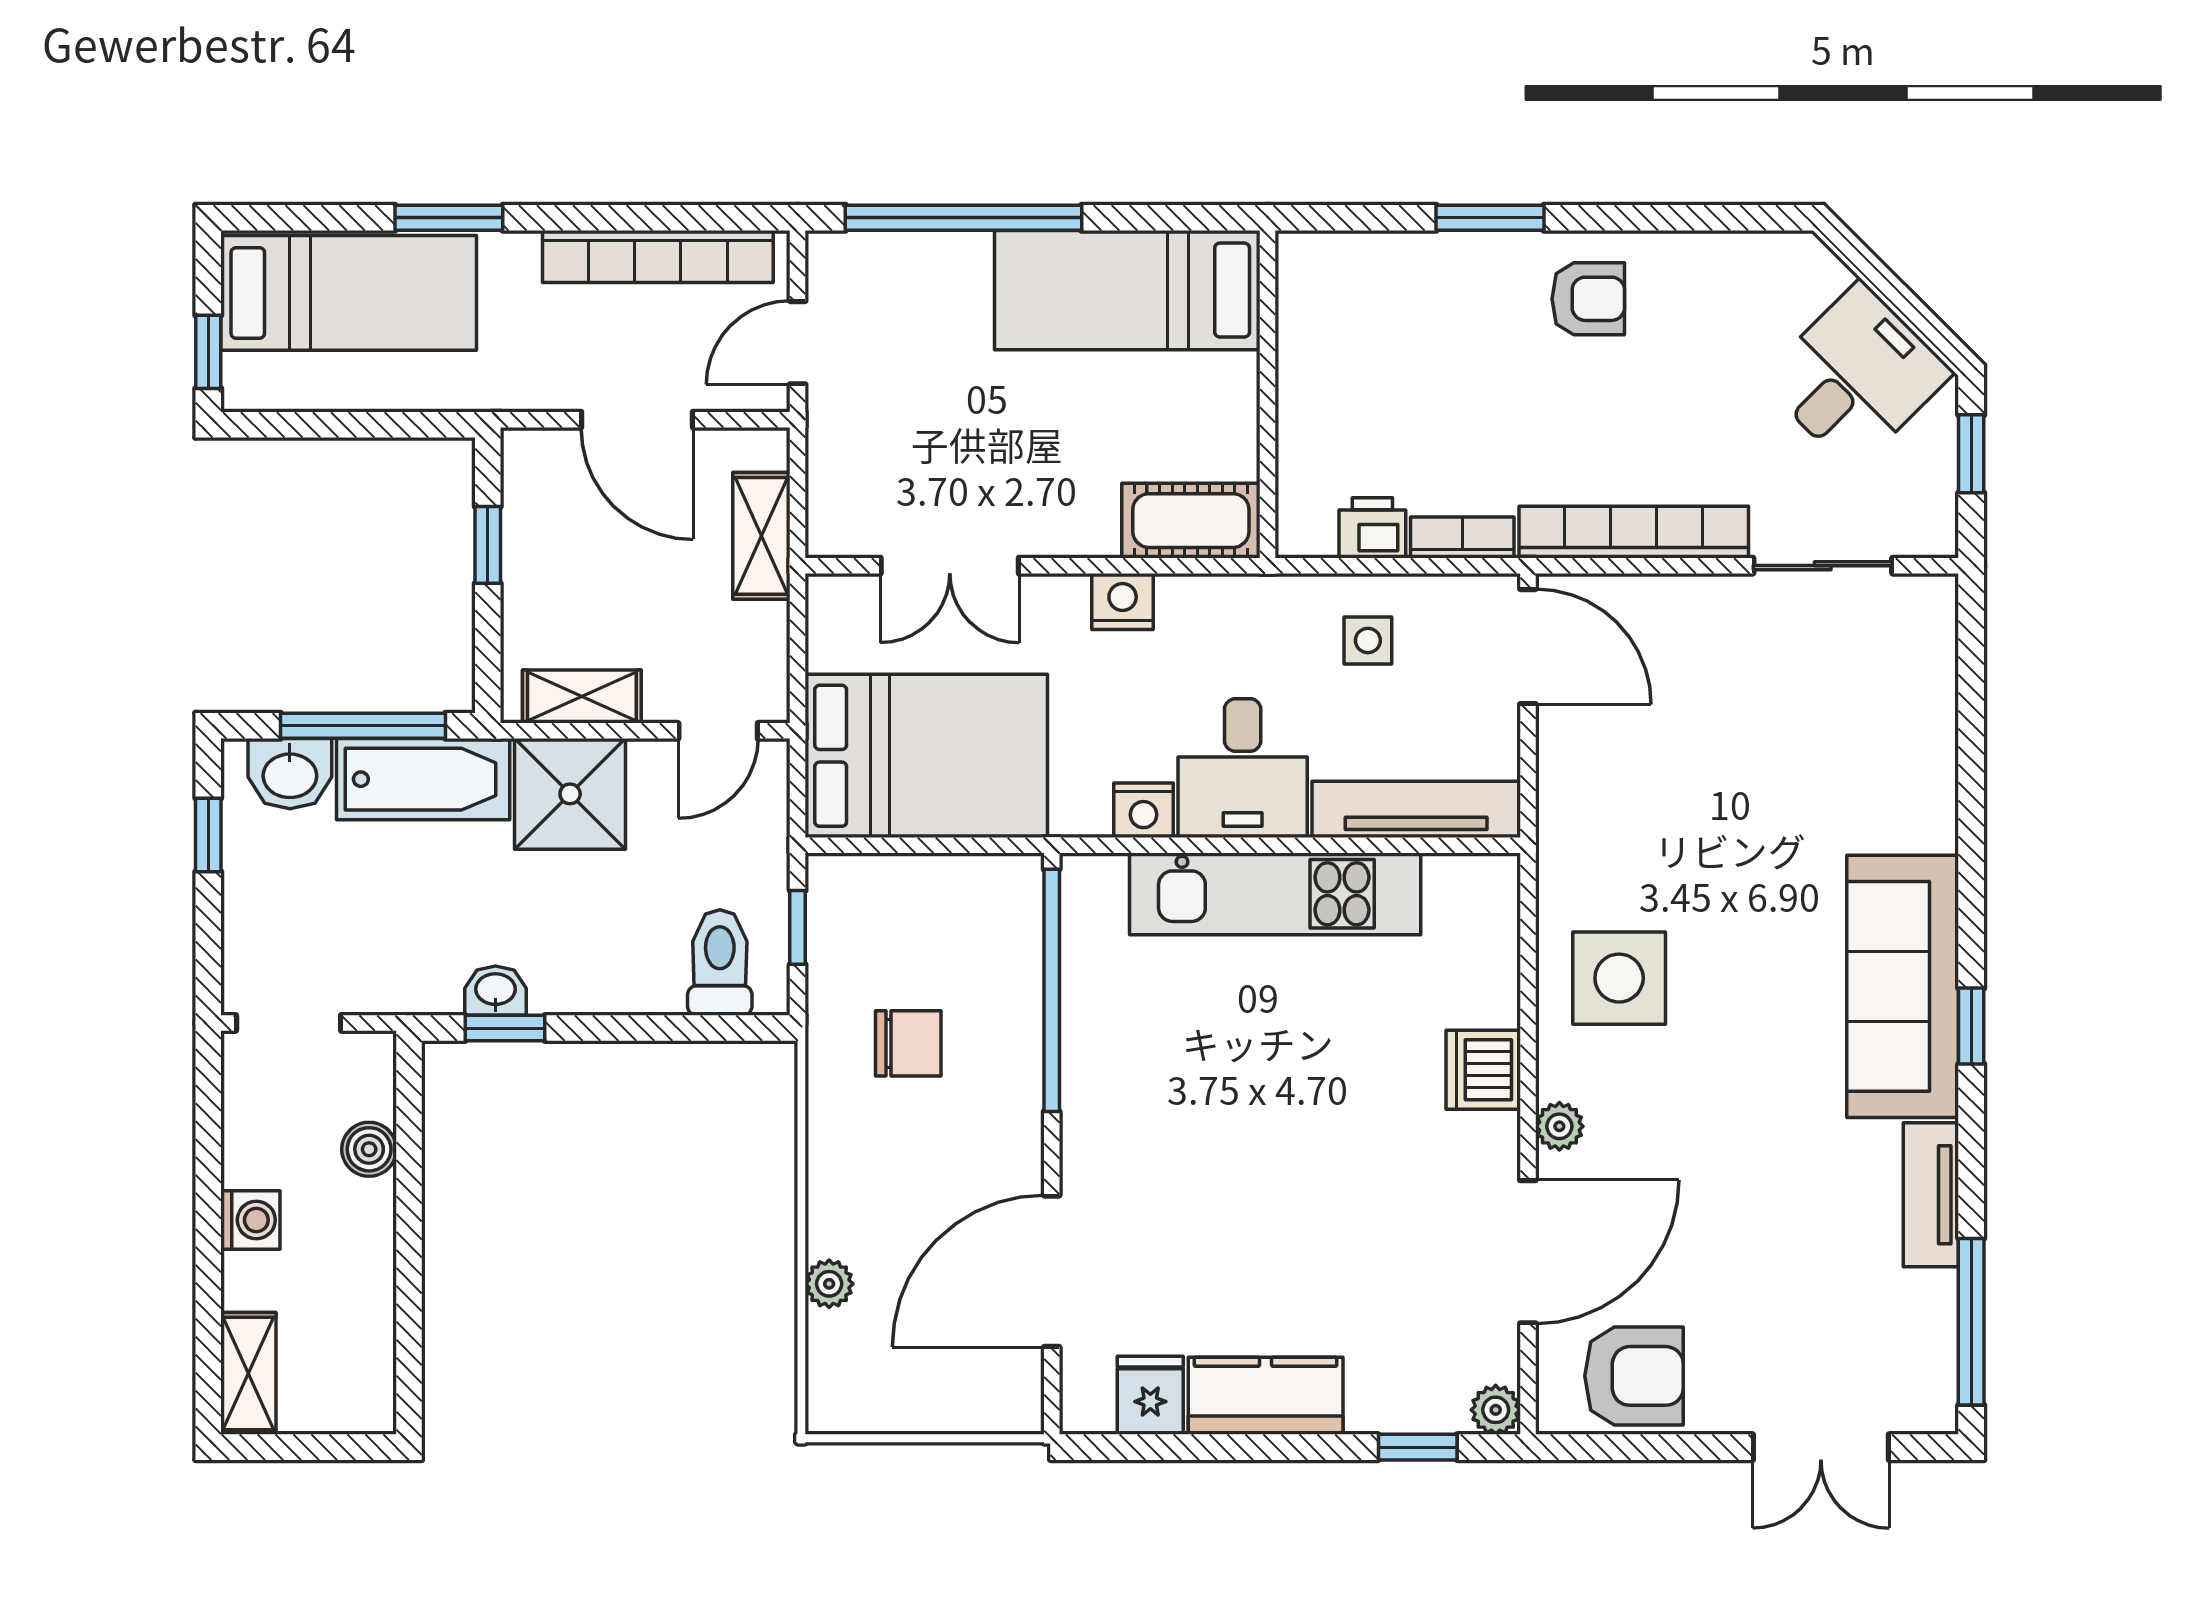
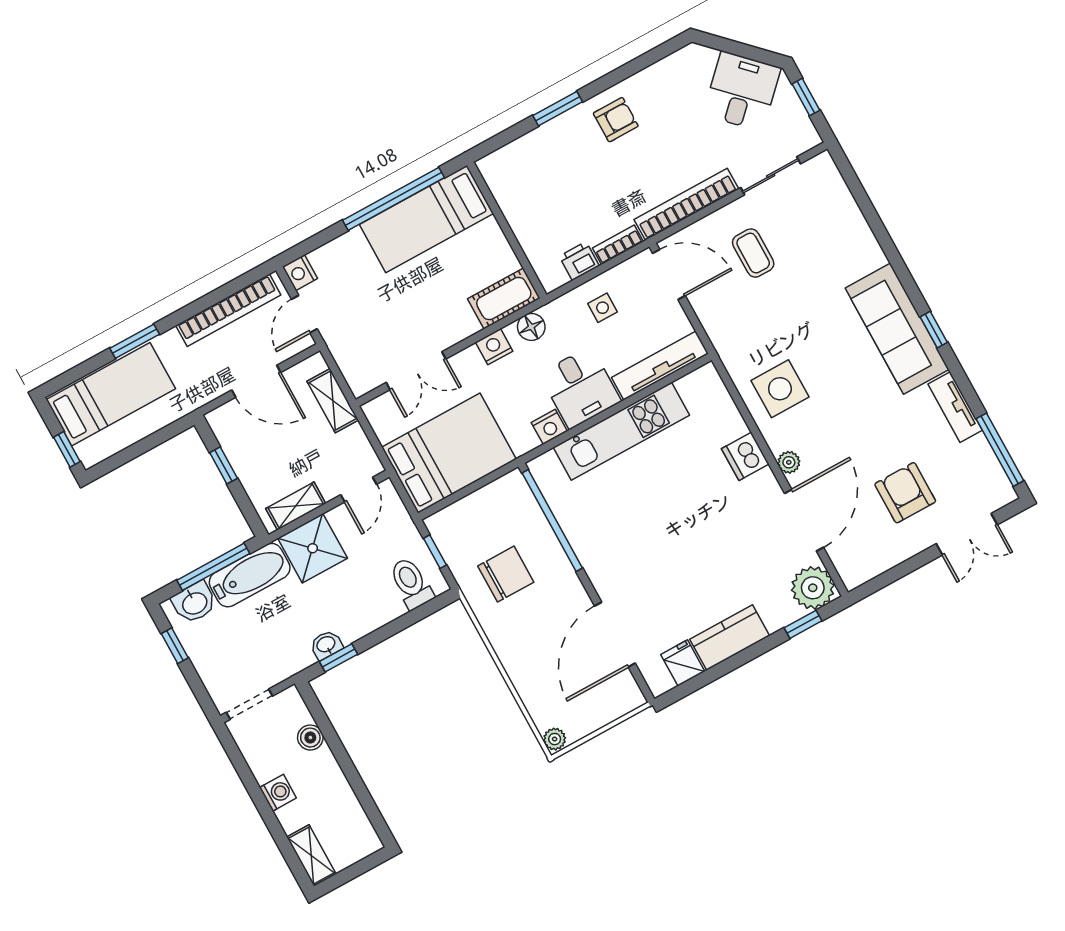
window: (963, 218) -> (394, 199), moved
nightstand: (832, 260) -> (300, 273), added
floor lamp: (1213, 603) -> (531, 327), added
coffee table: (1709, 694) -> (753, 253), added
chair: (908, 1043) -> (506, 574), width x1.37, depth x1.37
plant: (829, 1284) -> (555, 739), moved
armchair: (1634, 1376) -> (905, 493), moved, turned -90
plant: (1496, 1410) -> (813, 588), width x1.88, depth x1.88

